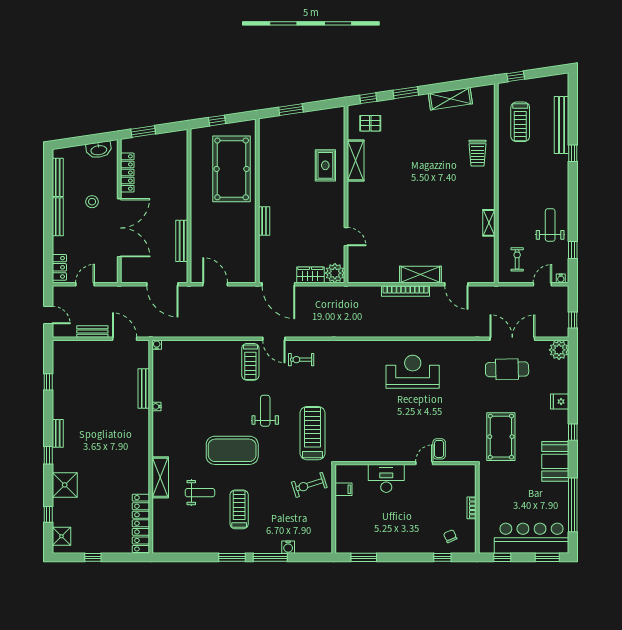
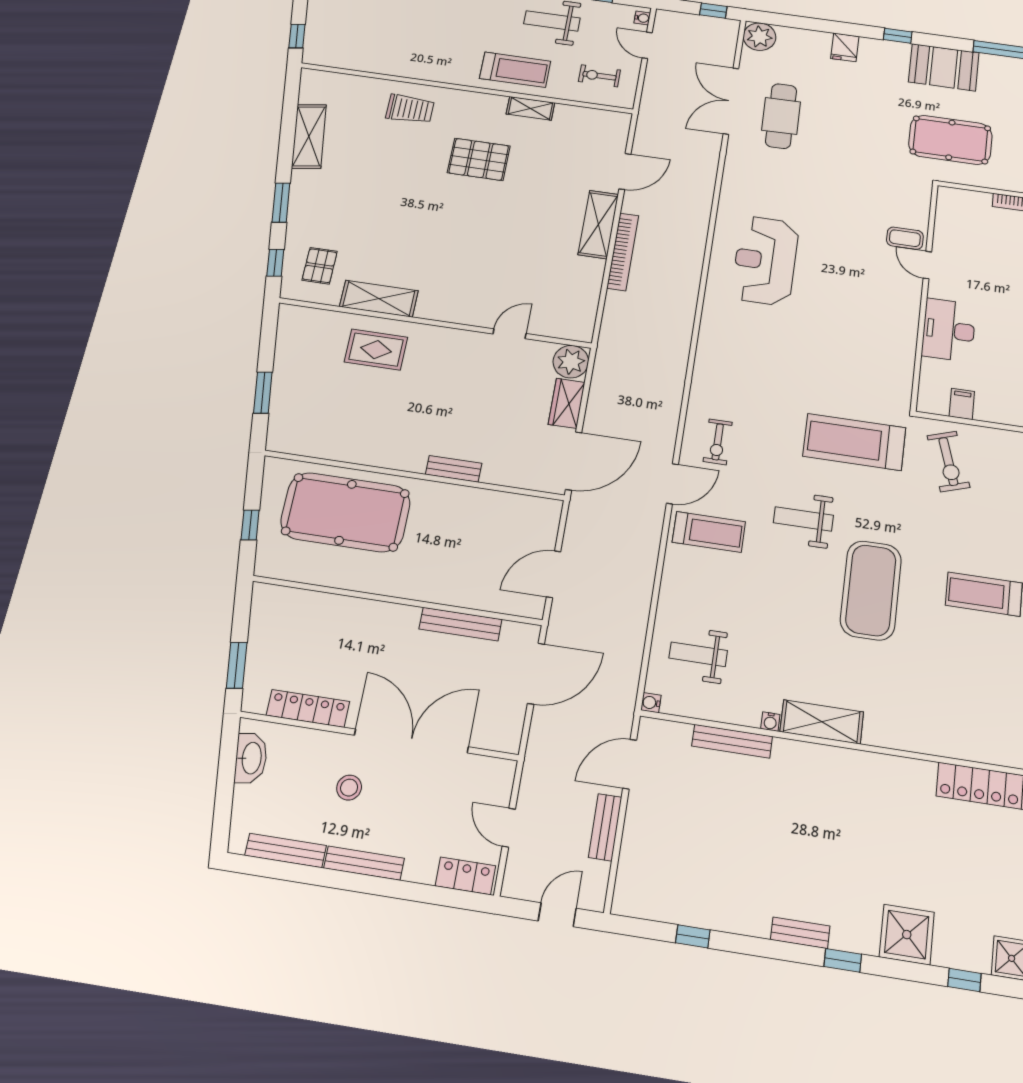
treadmill: (520, 122) -> (515, 70), moved
pallet: (451, 199) -> (479, 159), added
pool table: (501, 437) -> (950, 140), moved
shelving: (160, 477) -> (822, 722), moved
weight bench: (200, 493) -> (698, 654), moved, turned -90

